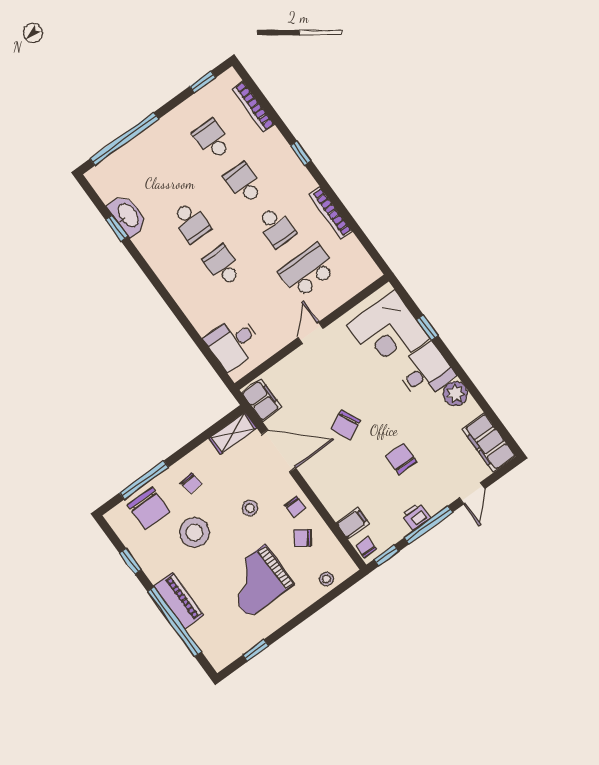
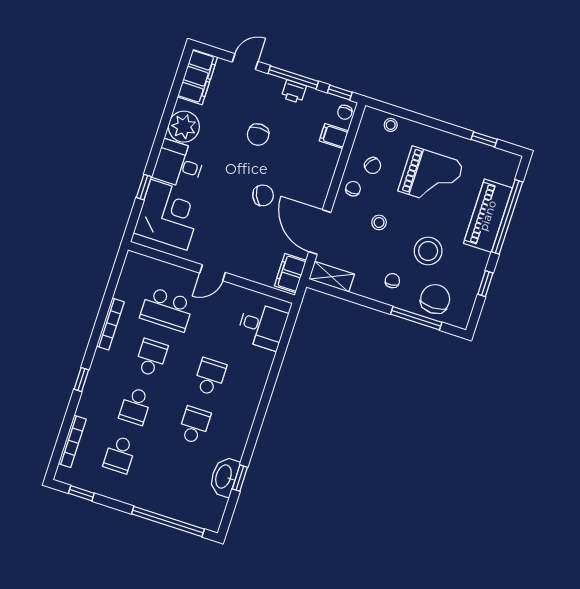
school desk: (223, 266) -> (210, 377), turned 180
plant: (455, 394) -> (184, 127), width x1.36, depth x1.36
piano: (179, 600) -> (488, 216), width x1.37, depth x1.33

